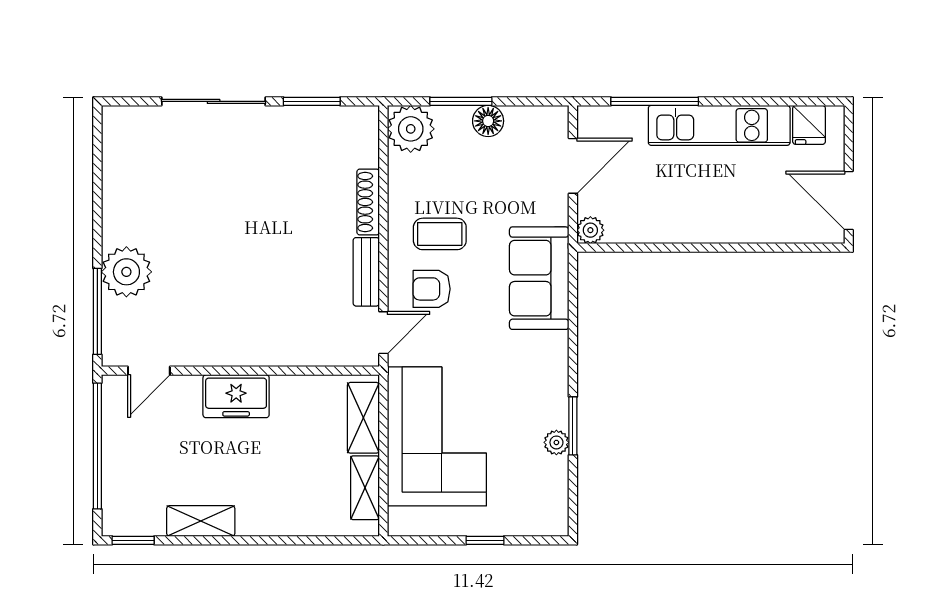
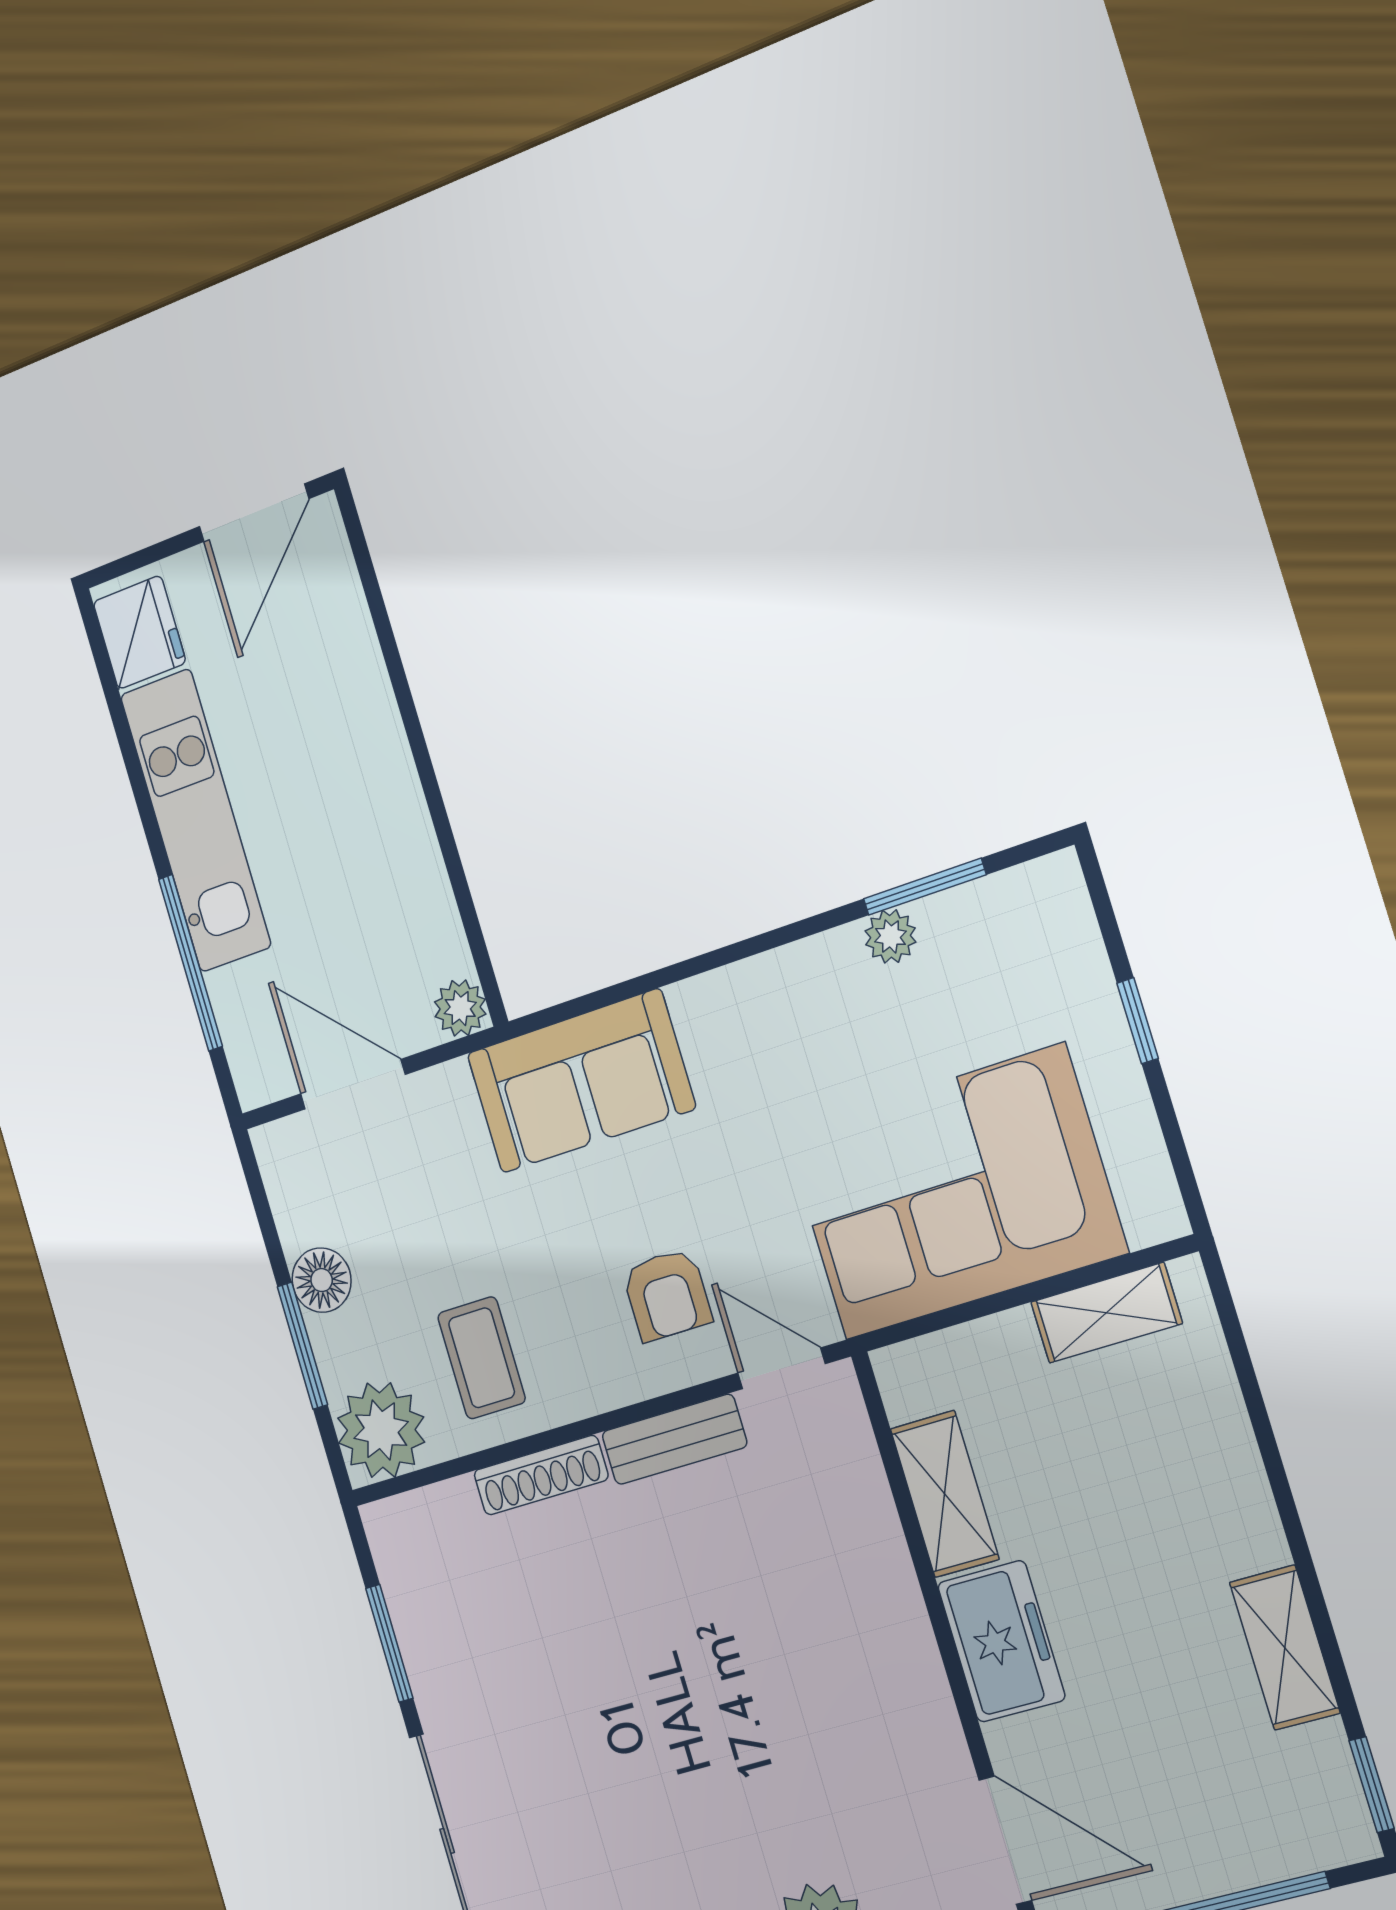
fridge: (809, 125) -> (140, 632), width x1.38
coffee table: (440, 234) -> (482, 1358), moved
door: (149, 371) -> (1005, 1840), width x1.38
shelving: (363, 418) -> (945, 1494), moved, turned 90
window: (573, 426) -> (925, 887), moved

